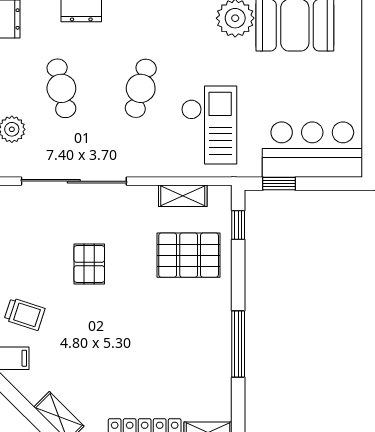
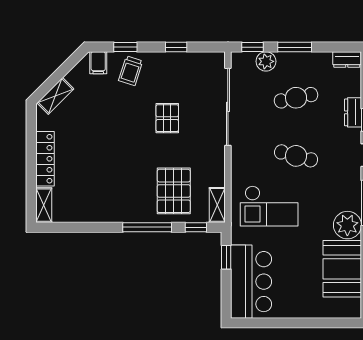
shelving: (183, 196) -> (217, 205), moved
pallet: (89, 264) -> (167, 118), turned 90
window: (238, 344) -> (147, 227), moved

